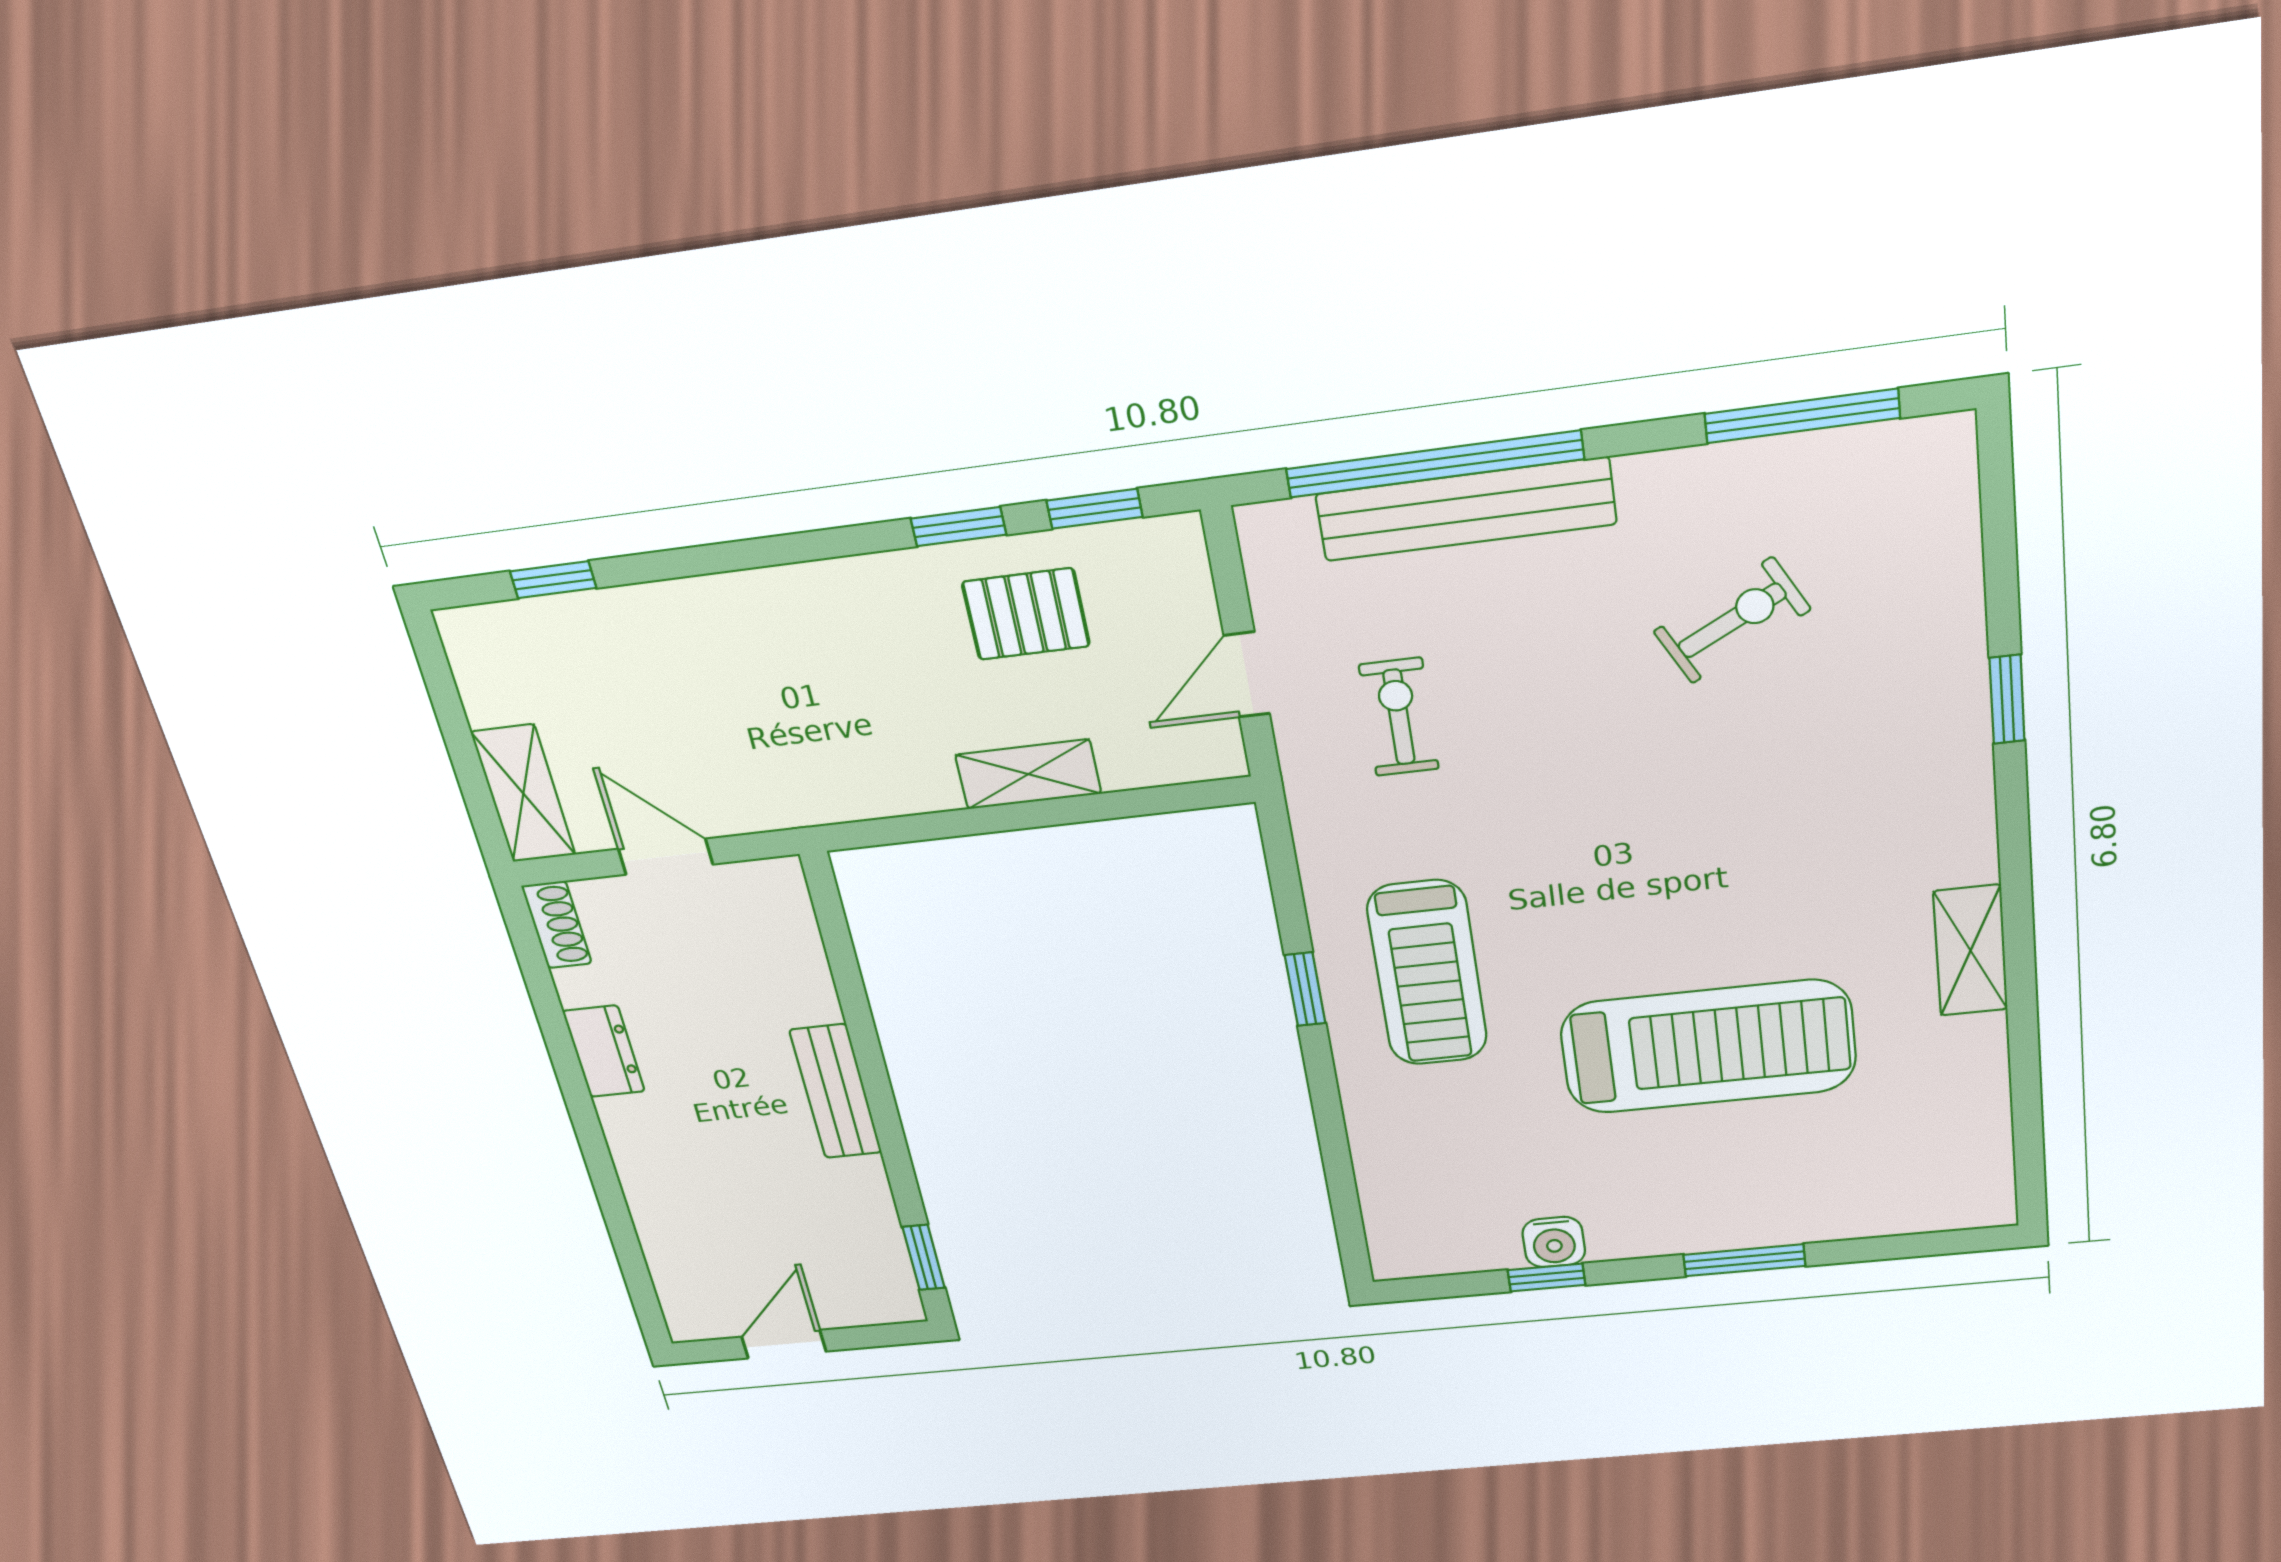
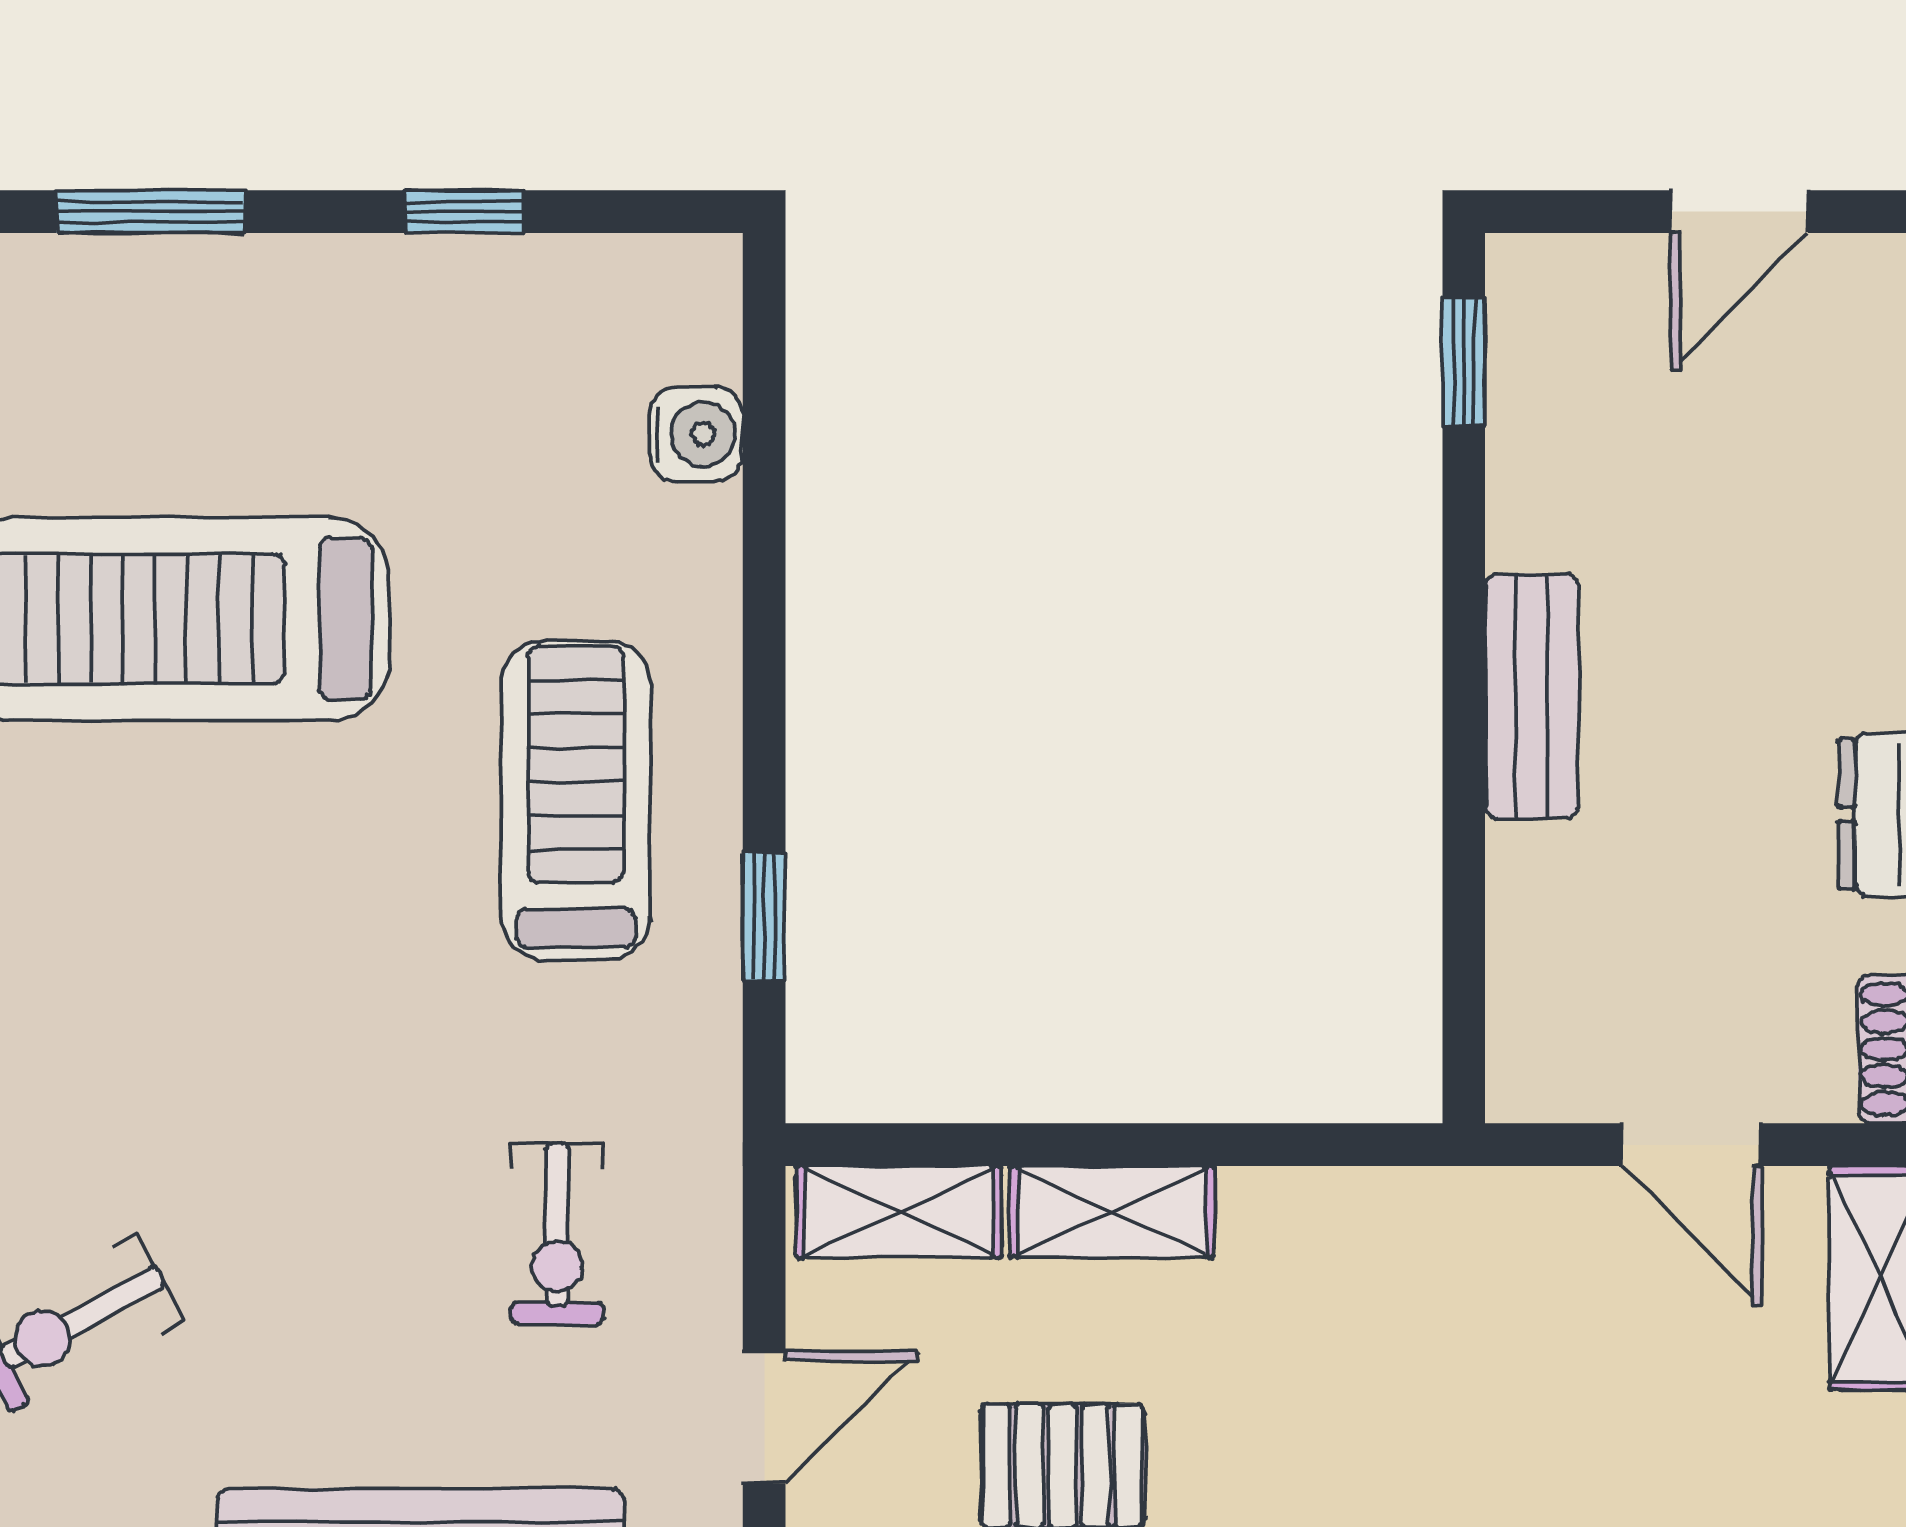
door: (1247, 675) -> (764, 1417), moved
shelving: (1170, 757) -> (899, 1212), added
window: (1305, 989) -> (764, 917), moved
water cooler: (1554, 1242) -> (696, 434), moved, turned 90

